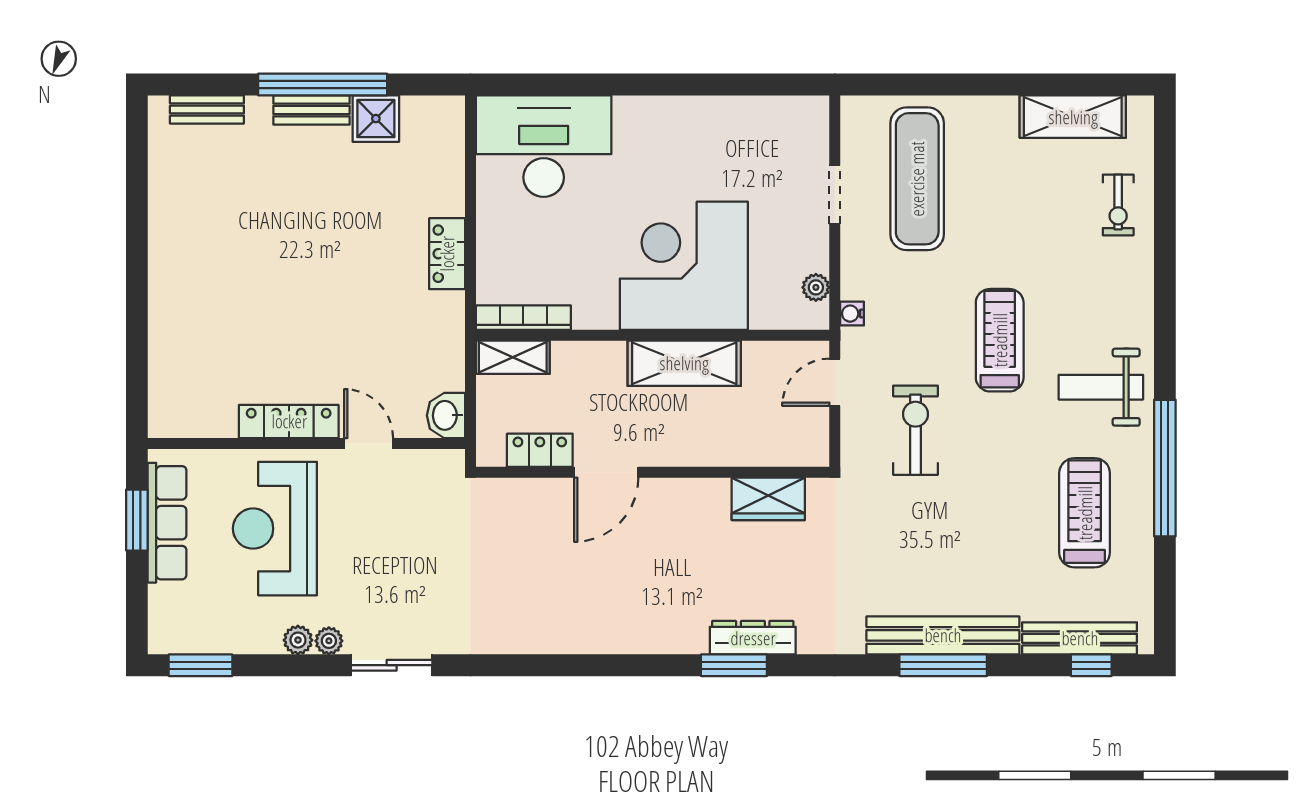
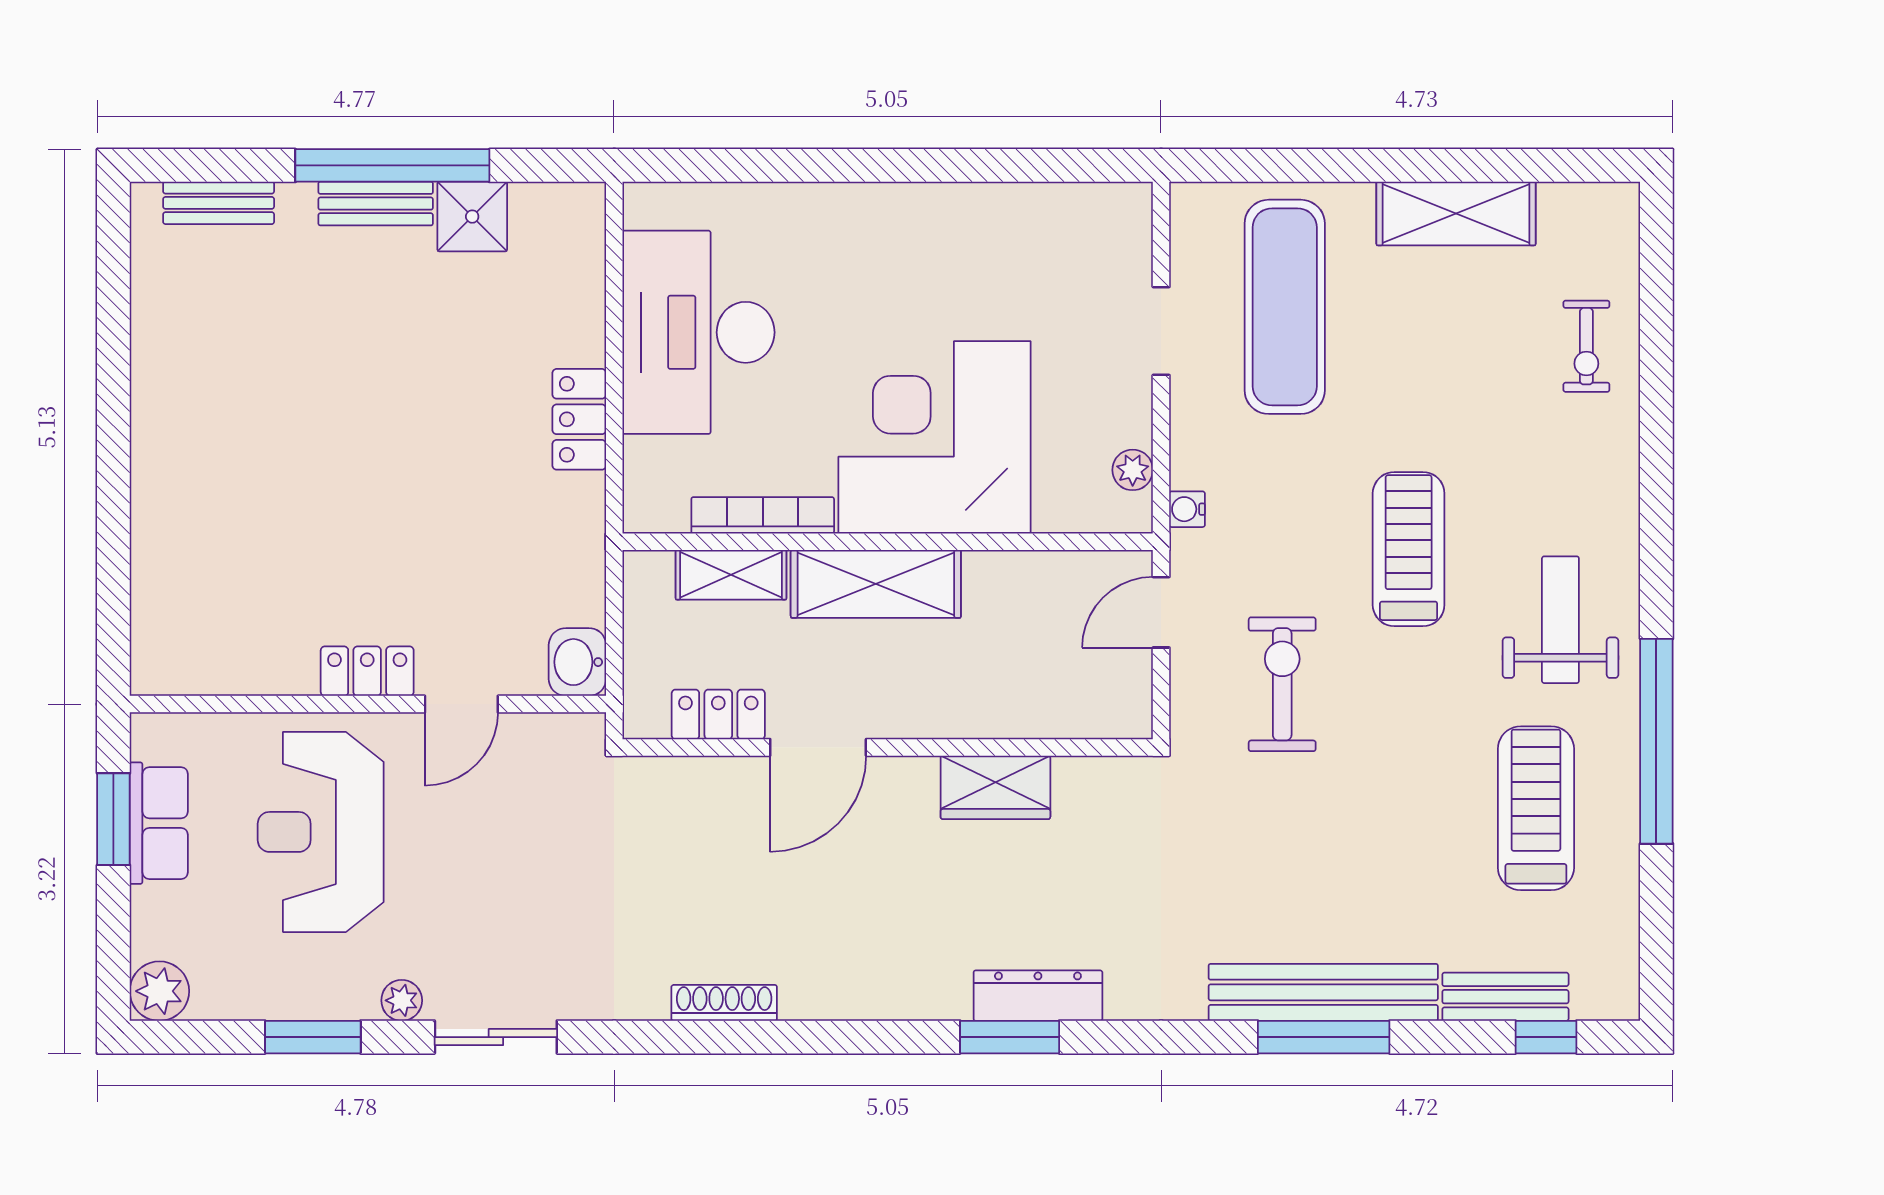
shelving: (1073, 117) -> (1456, 214), moved
desk: (544, 146) -> (698, 332), moved, turned -90
bookcase: (523, 318) -> (763, 515), moved
shelving: (513, 357) -> (731, 575), moved
shelving: (684, 363) -> (876, 584), moved
weight bench: (1101, 387) -> (1560, 620), turned 90
locker: (289, 421) -> (367, 671), width x0.66
door: (369, 443) -> (461, 704), swing flipped
wardrobe: (768, 499) -> (995, 787), moved
row of seats: (167, 523) -> (159, 823), width x0.68
bench: (1080, 638) -> (1505, 997), width x0.73
plant: (298, 640) -> (159, 991), moved, width x1.38, depth x1.38
shoe rack: (544, 642) -> (724, 1003), added
window: (200, 665) -> (313, 1037), moved

